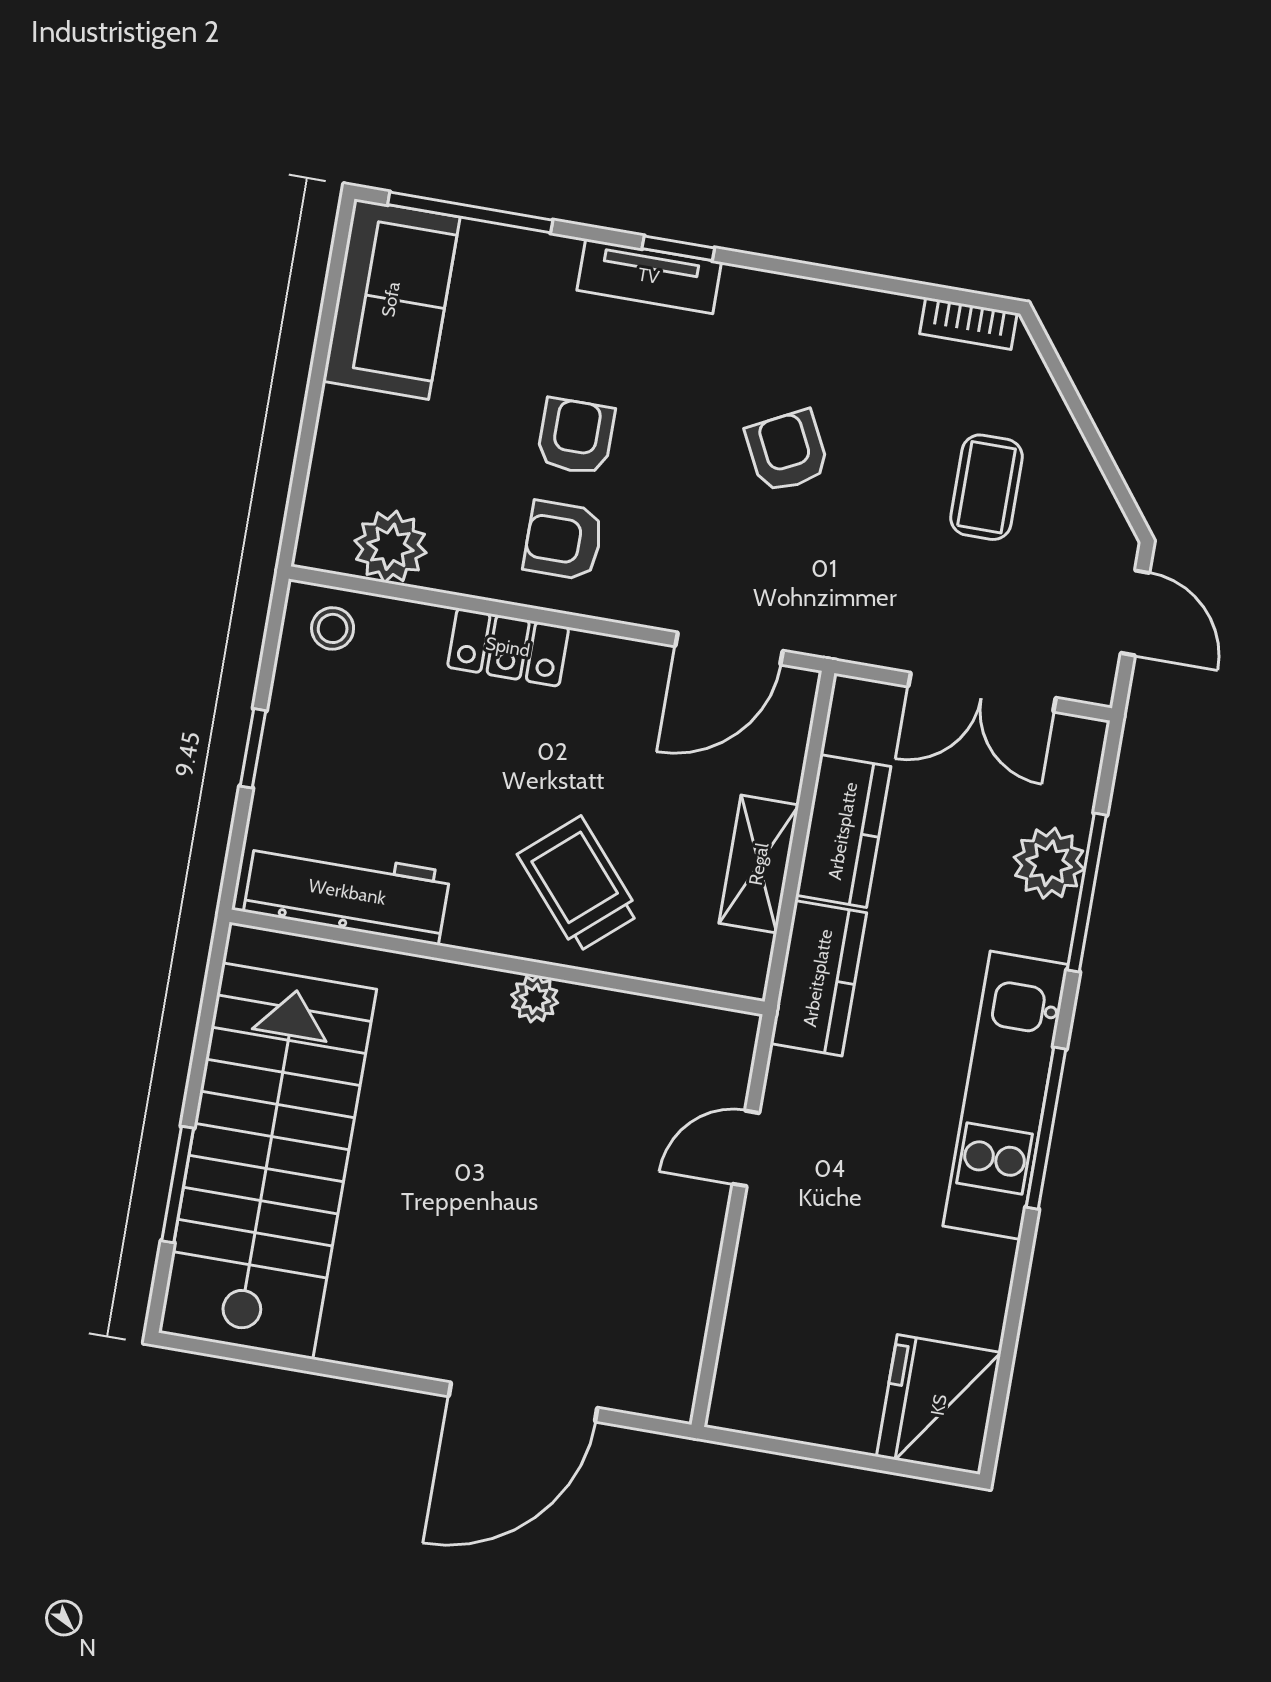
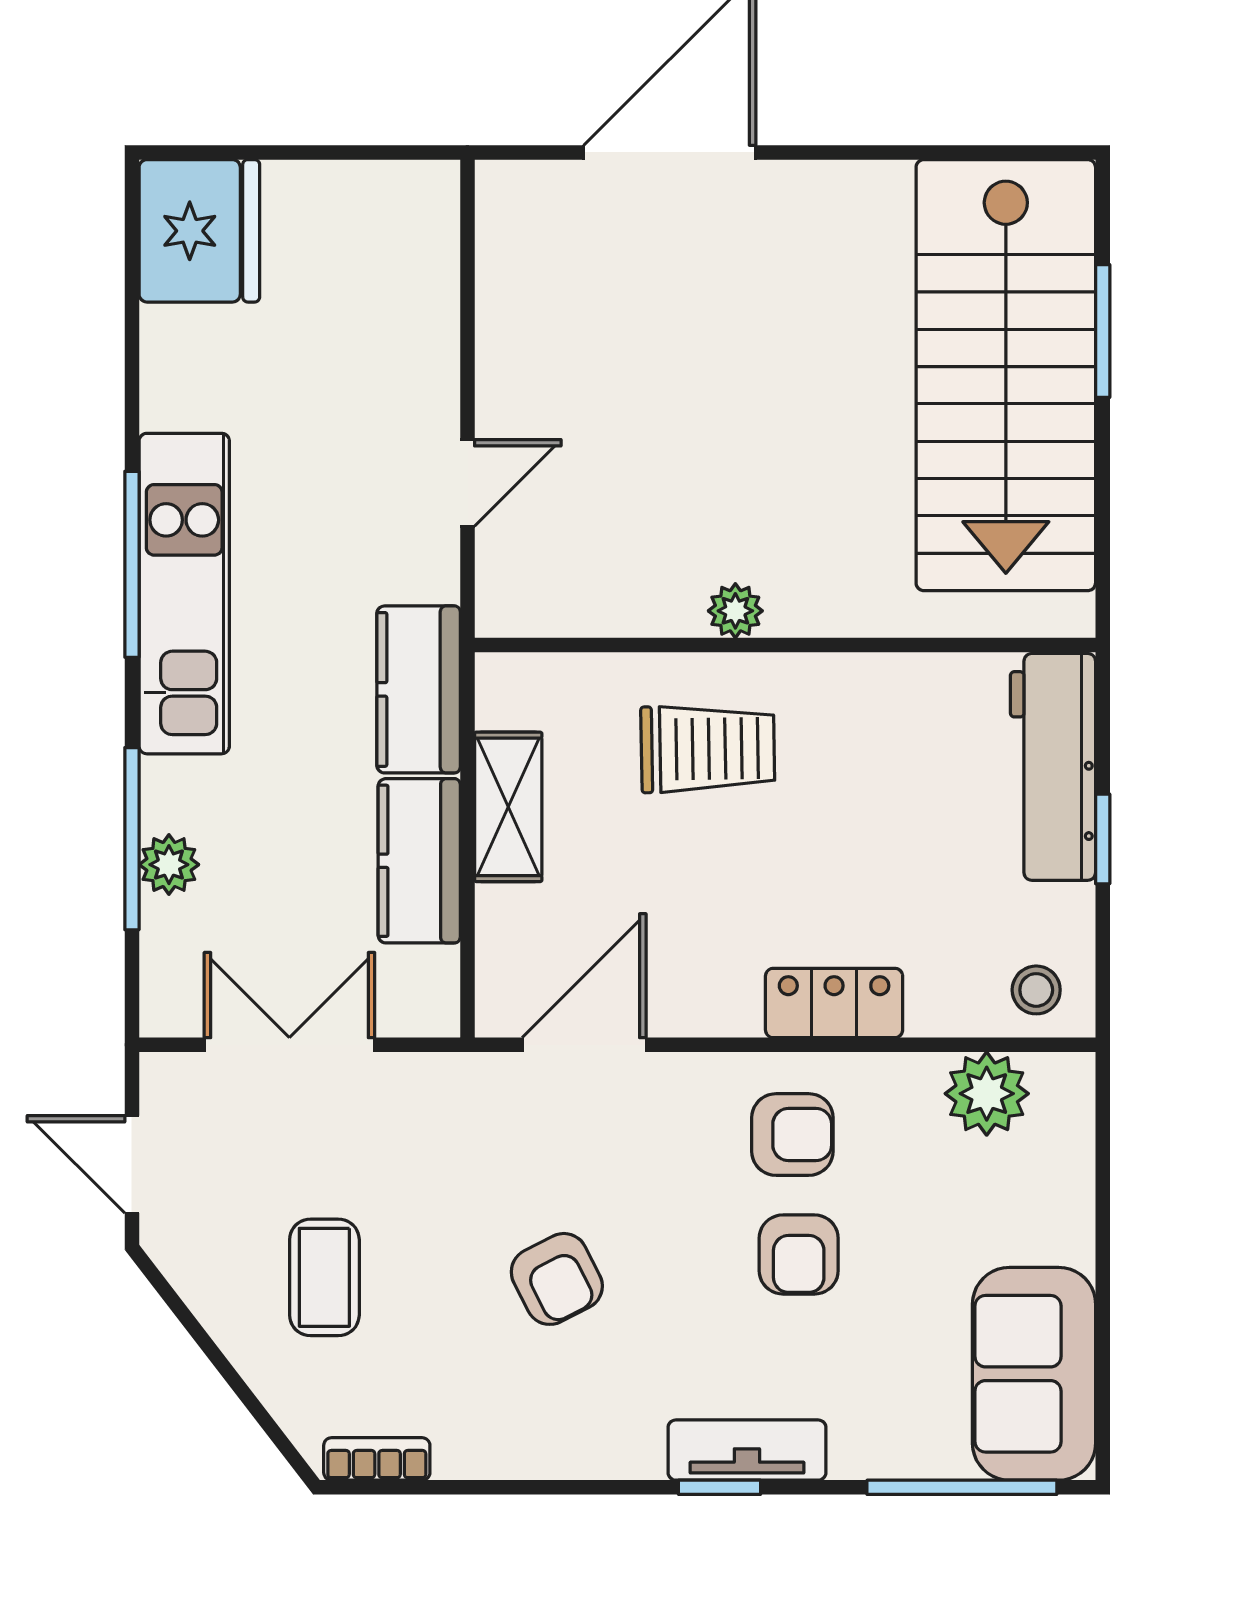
plant: (1049, 863) -> (169, 865), width x0.73, depth x0.73
trolley: (579, 884) -> (708, 749), turned -50
workbench: (347, 892) -> (1053, 767), moved, turned 90

